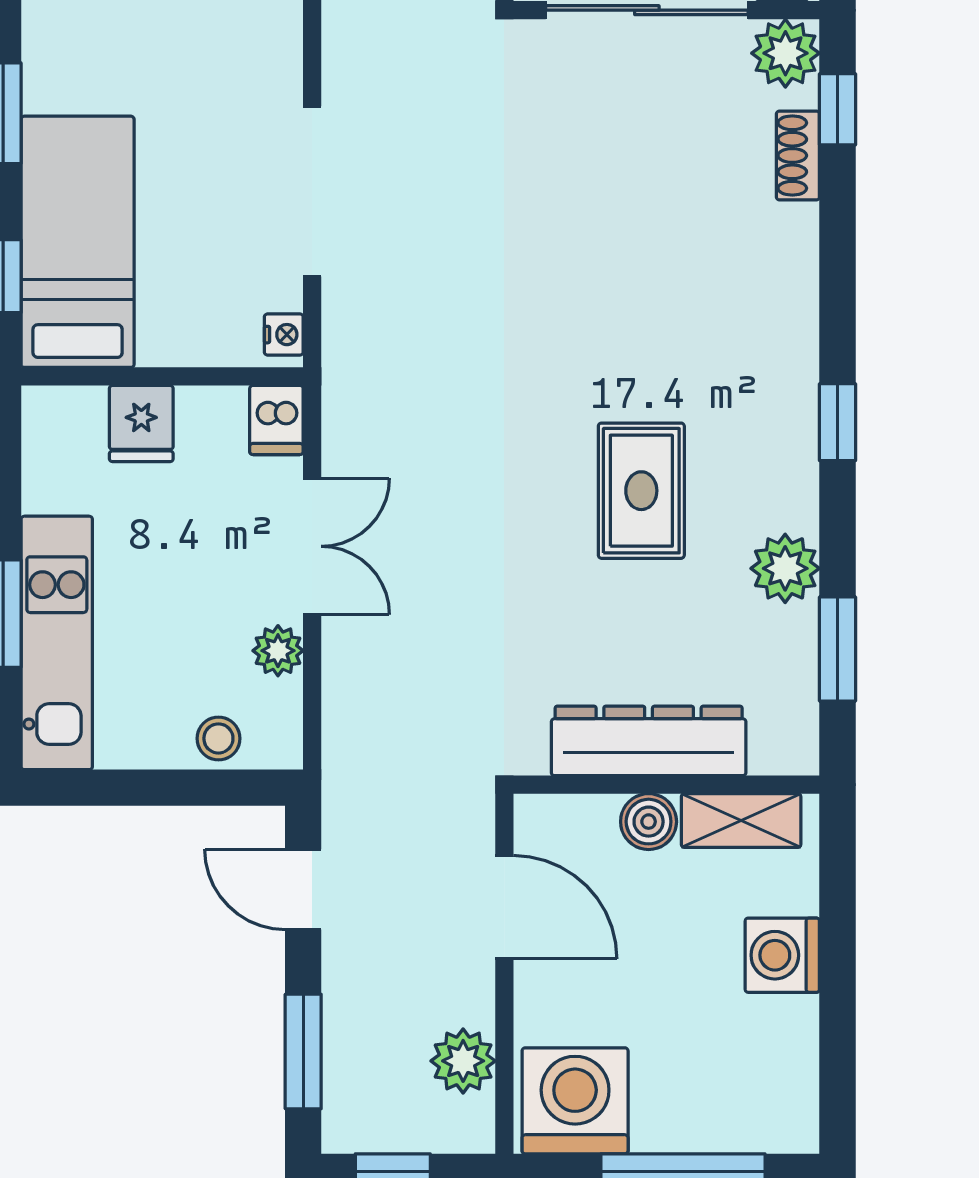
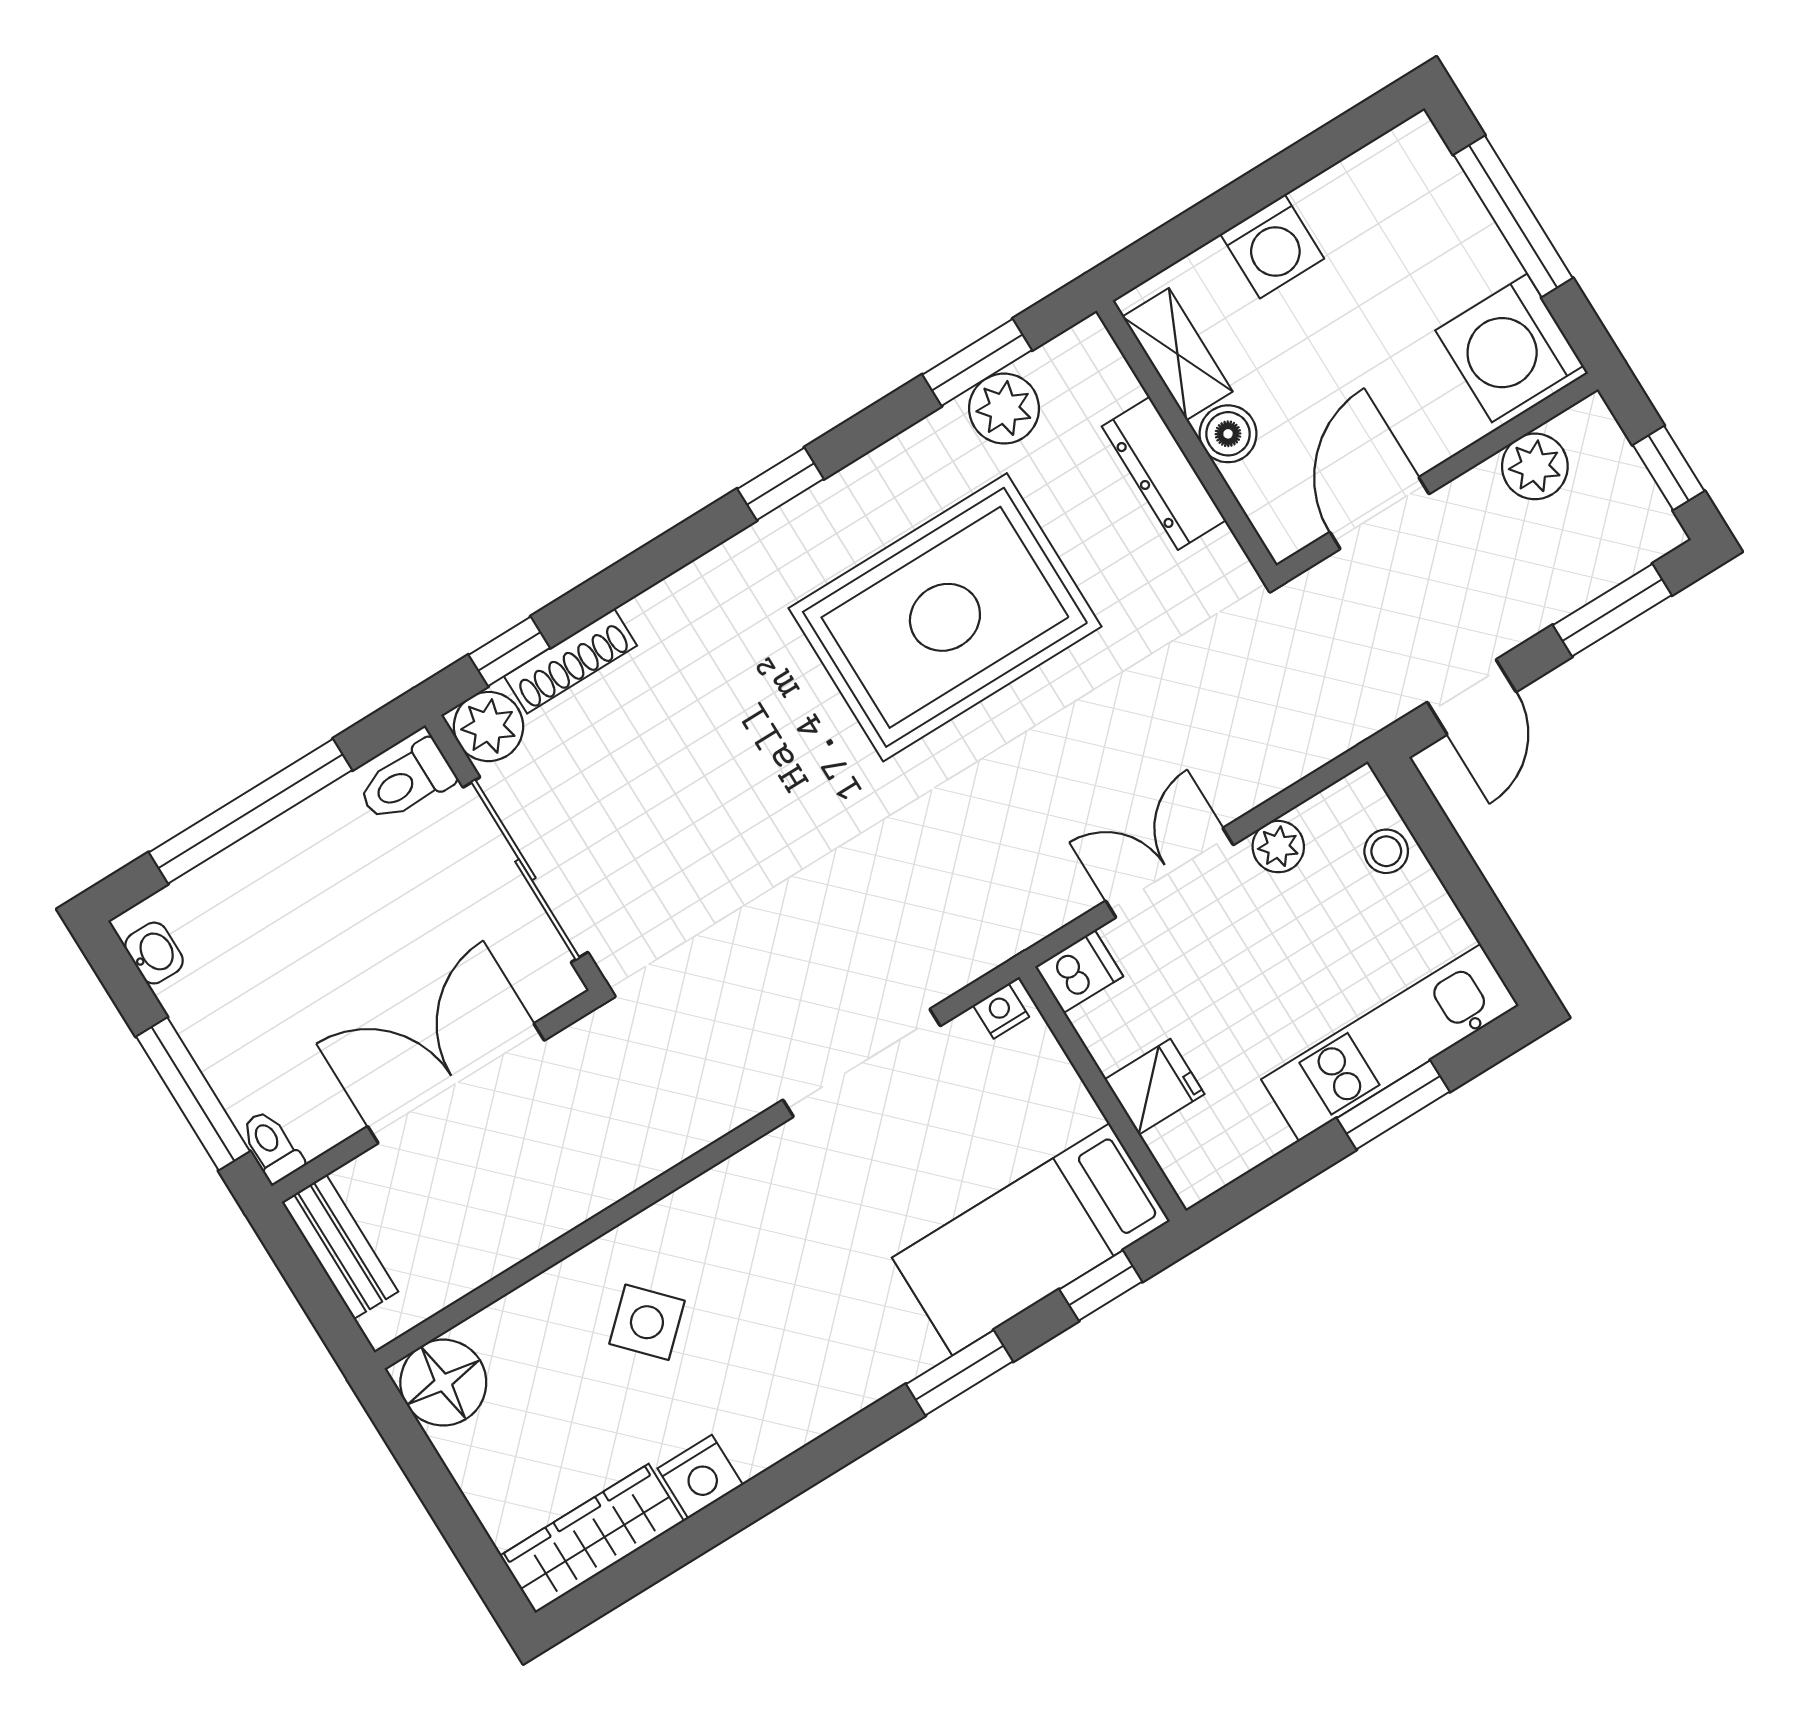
shoe rack: (798, 156) -> (571, 661), width x1.43
rug: (641, 491) -> (945, 617), width x1.86, depth x2.06
plant: (785, 568) -> (1004, 409), moved
dresser: (649, 741) -> (1164, 473), width x0.73, depth x0.80

